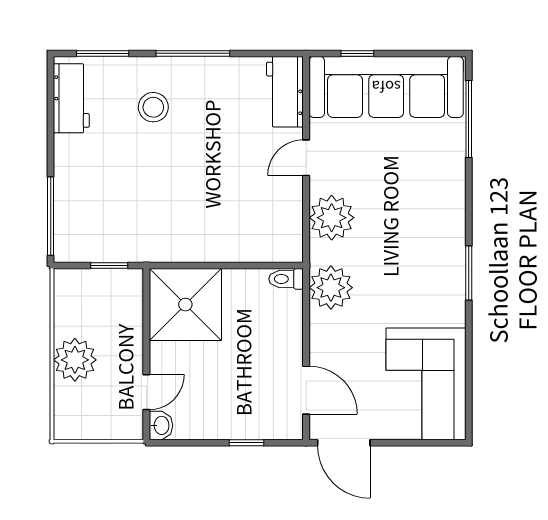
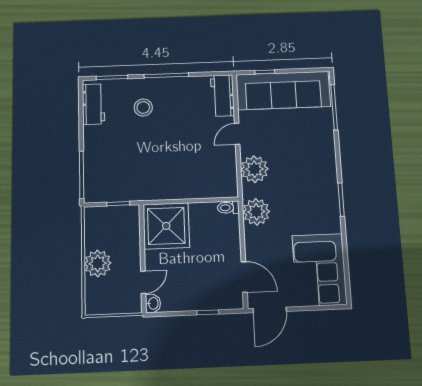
door: (344, 443) -> (270, 310), hinge flipped

